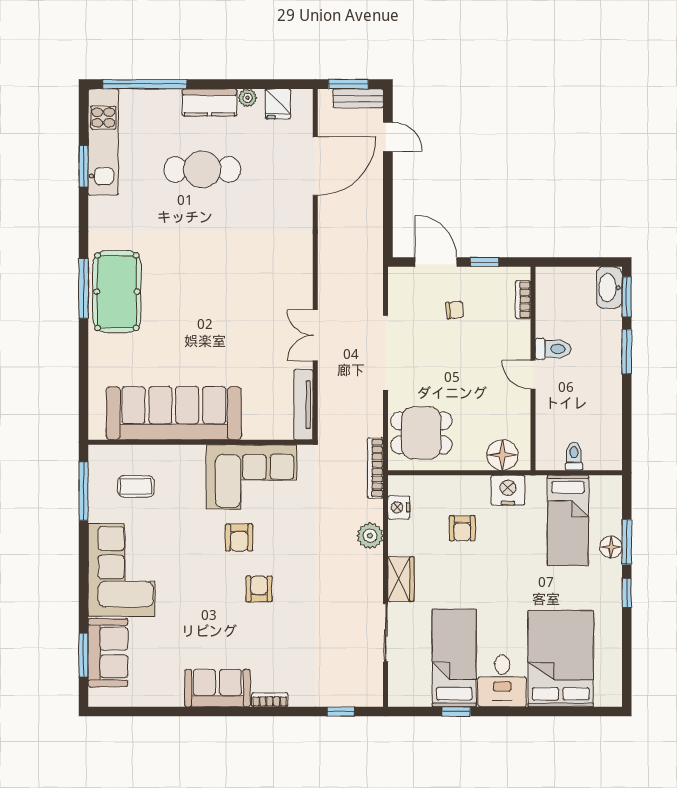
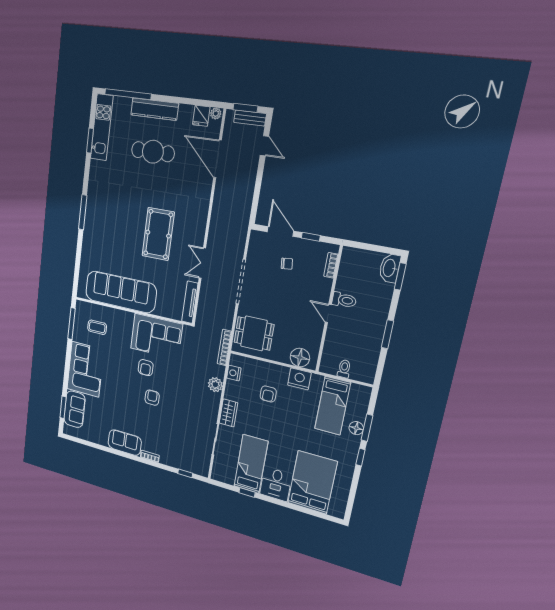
plant: (248, 98) -> (216, 114), moved
kitchen counter: (209, 102) -> (155, 109), width x1.50
door: (315, 166) -> (218, 159), swing flipped
pool table: (117, 292) -> (158, 234), moved
window: (627, 352) -> (387, 334), moved

